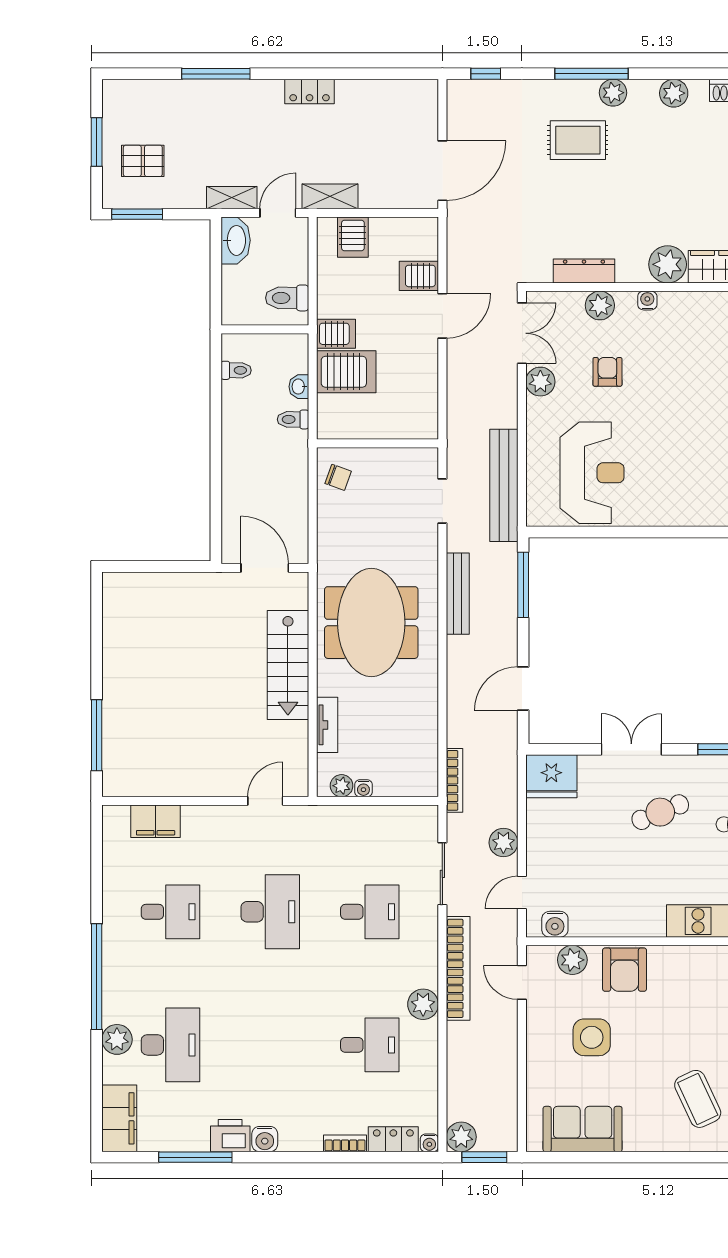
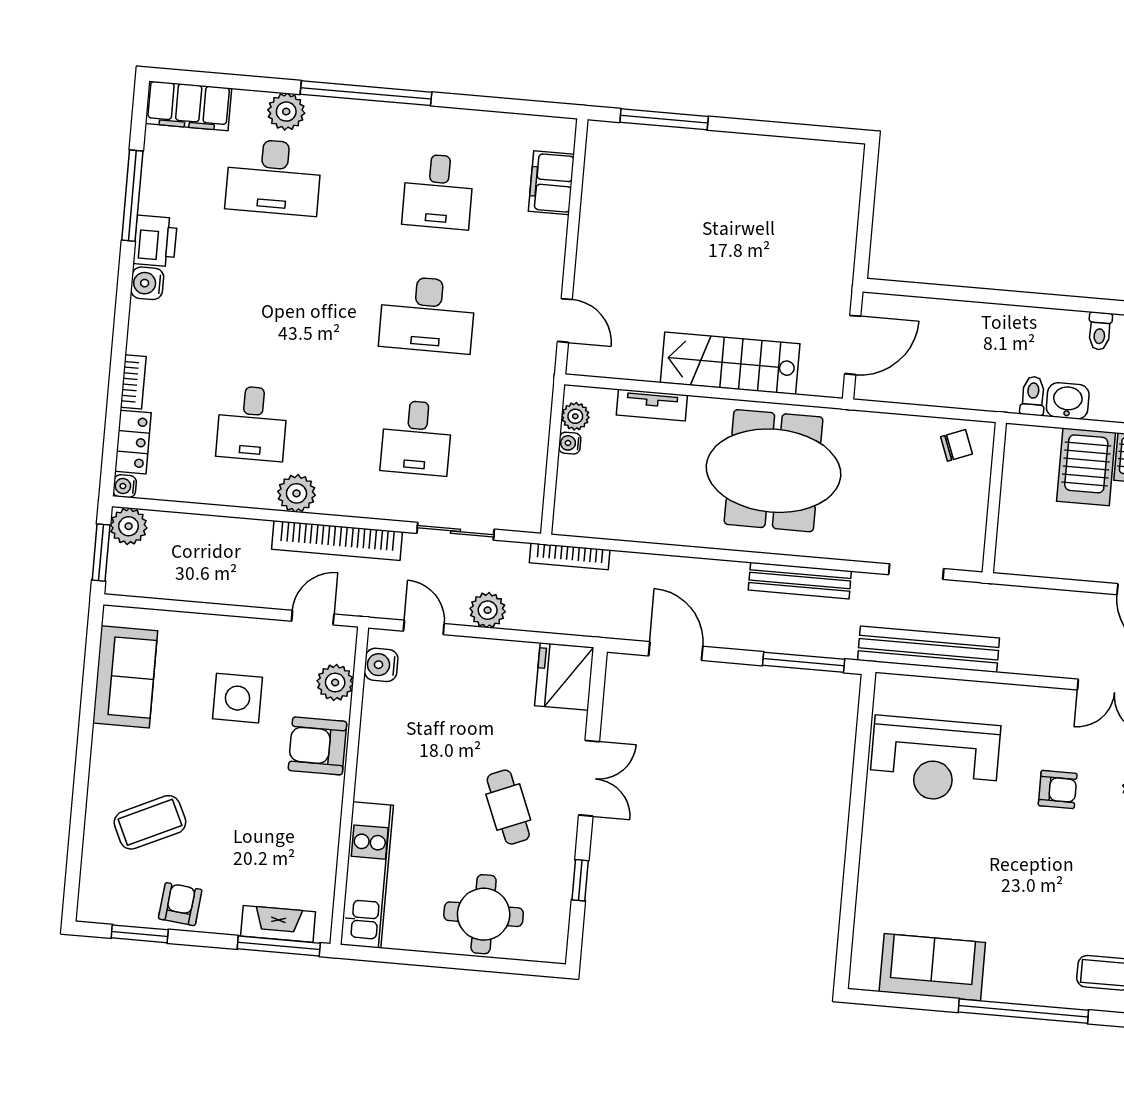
plant: (540, 382) -> (1053, 705), removed
washbasin: (299, 387) -> (1068, 401), width x1.38, depth x1.45
chair: (338, 477) -> (957, 445), turned -131

